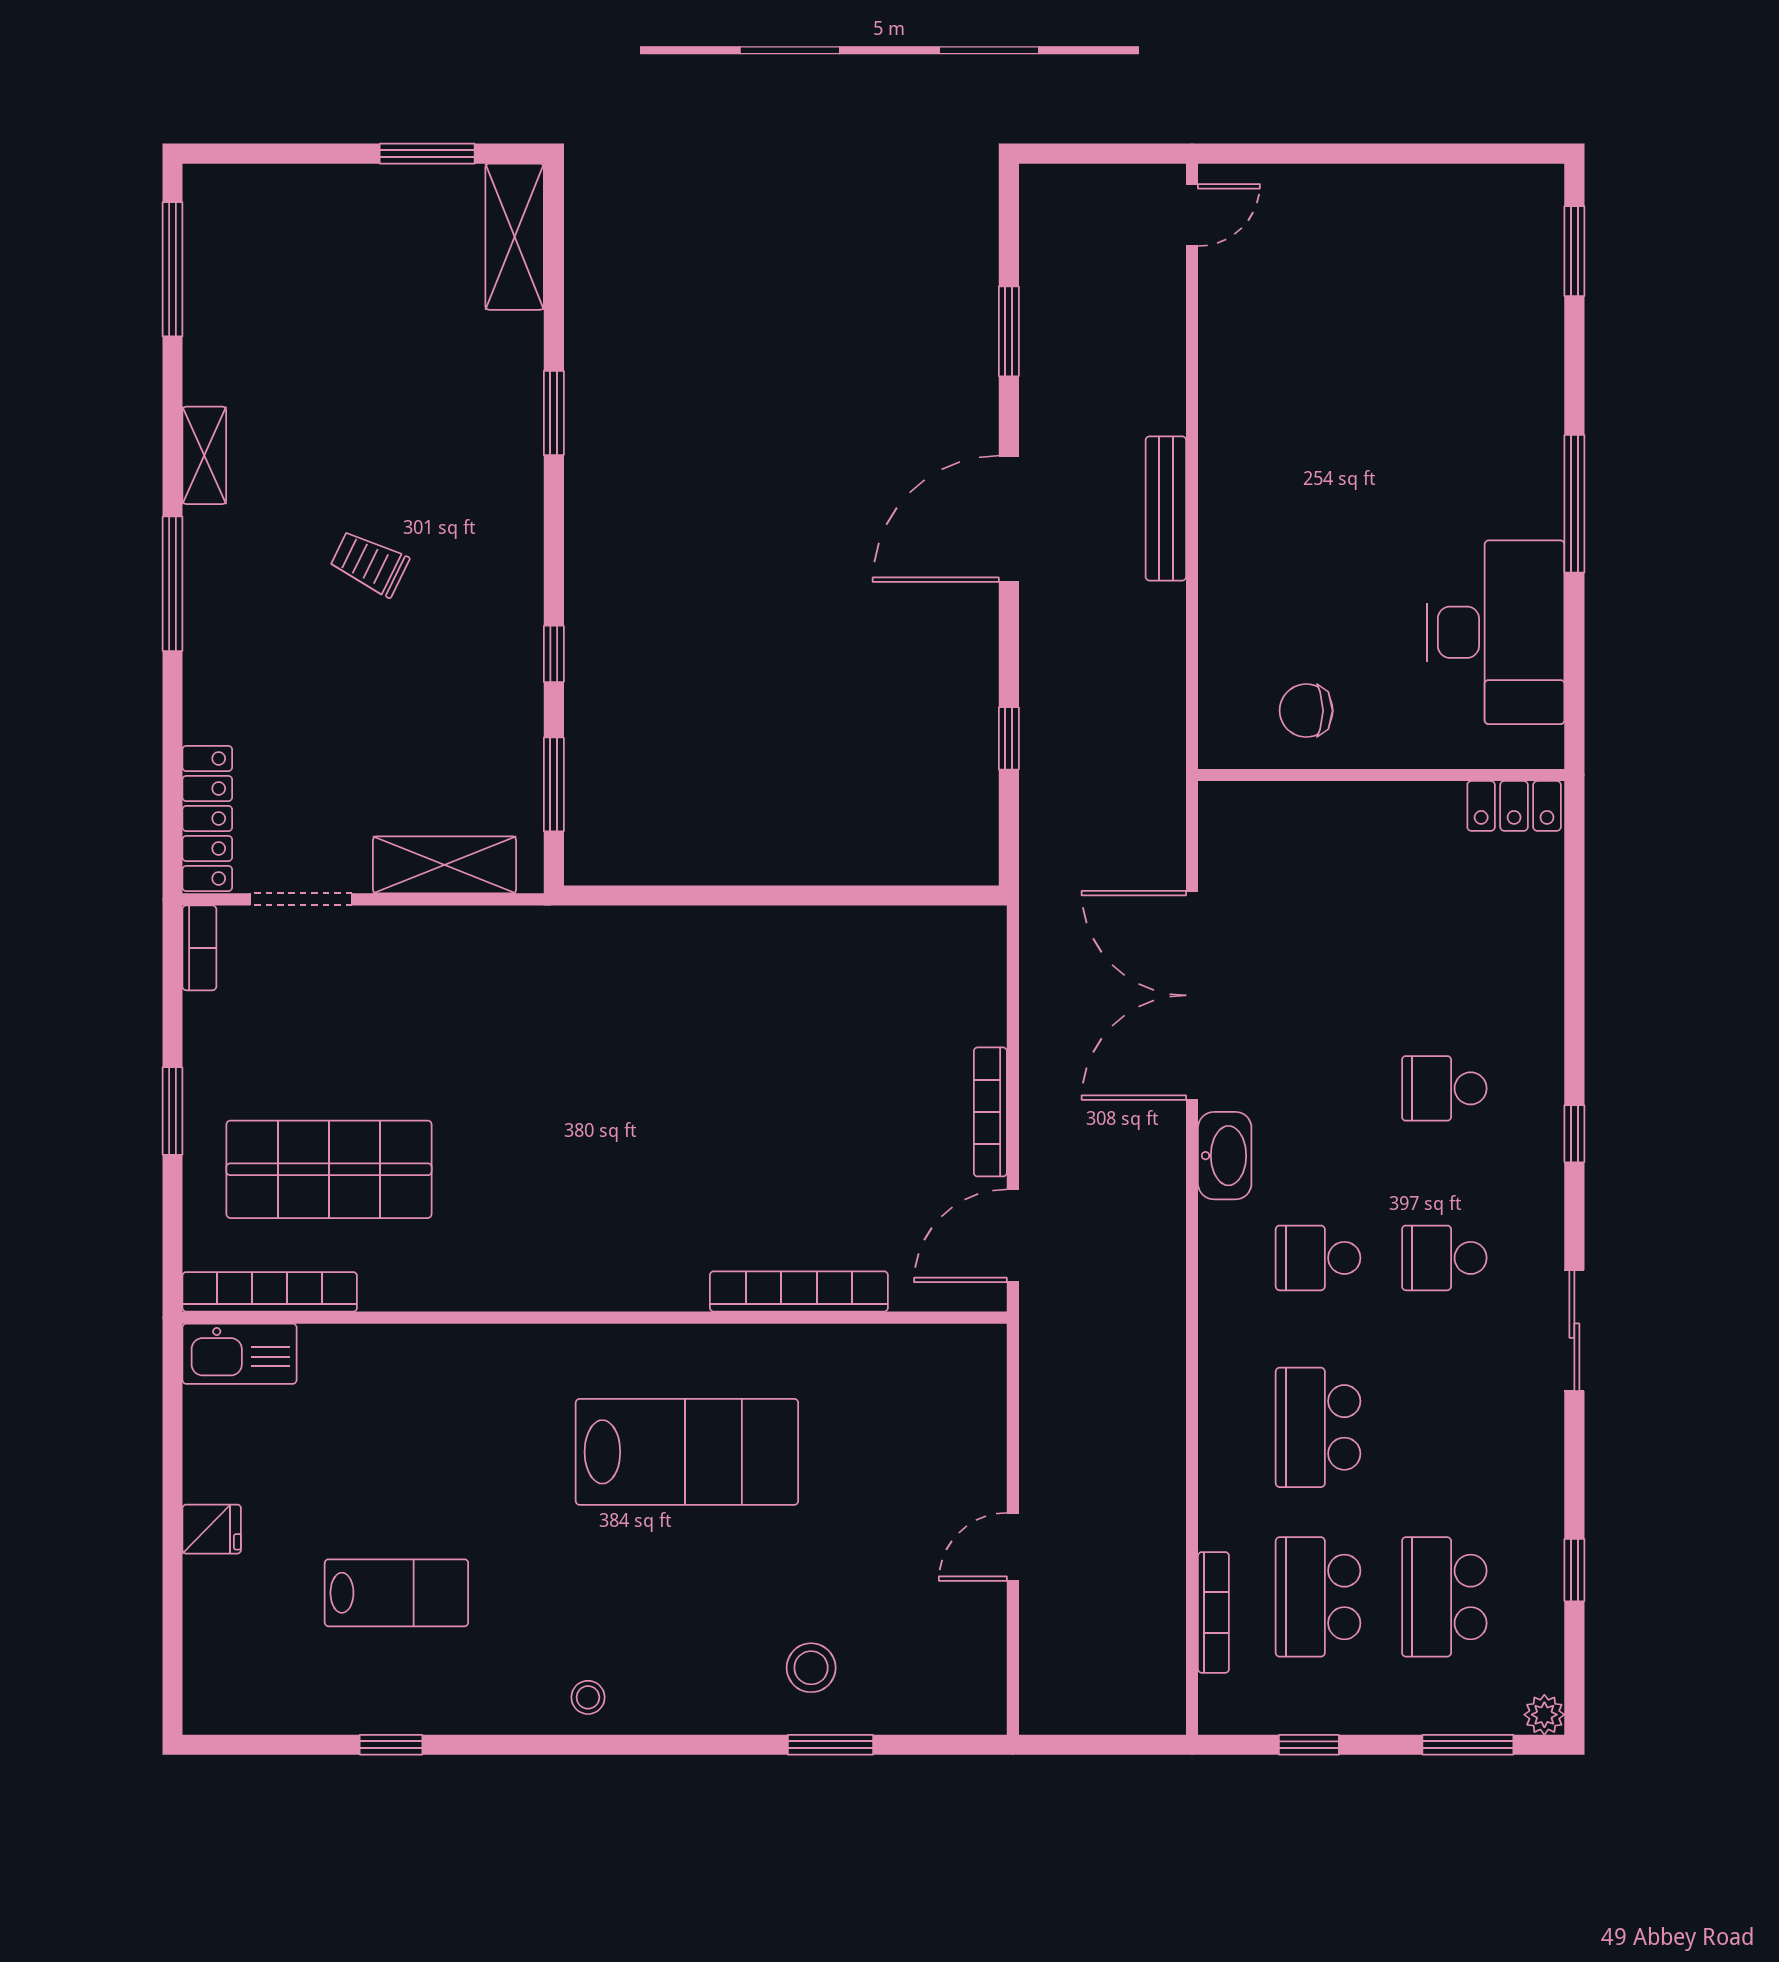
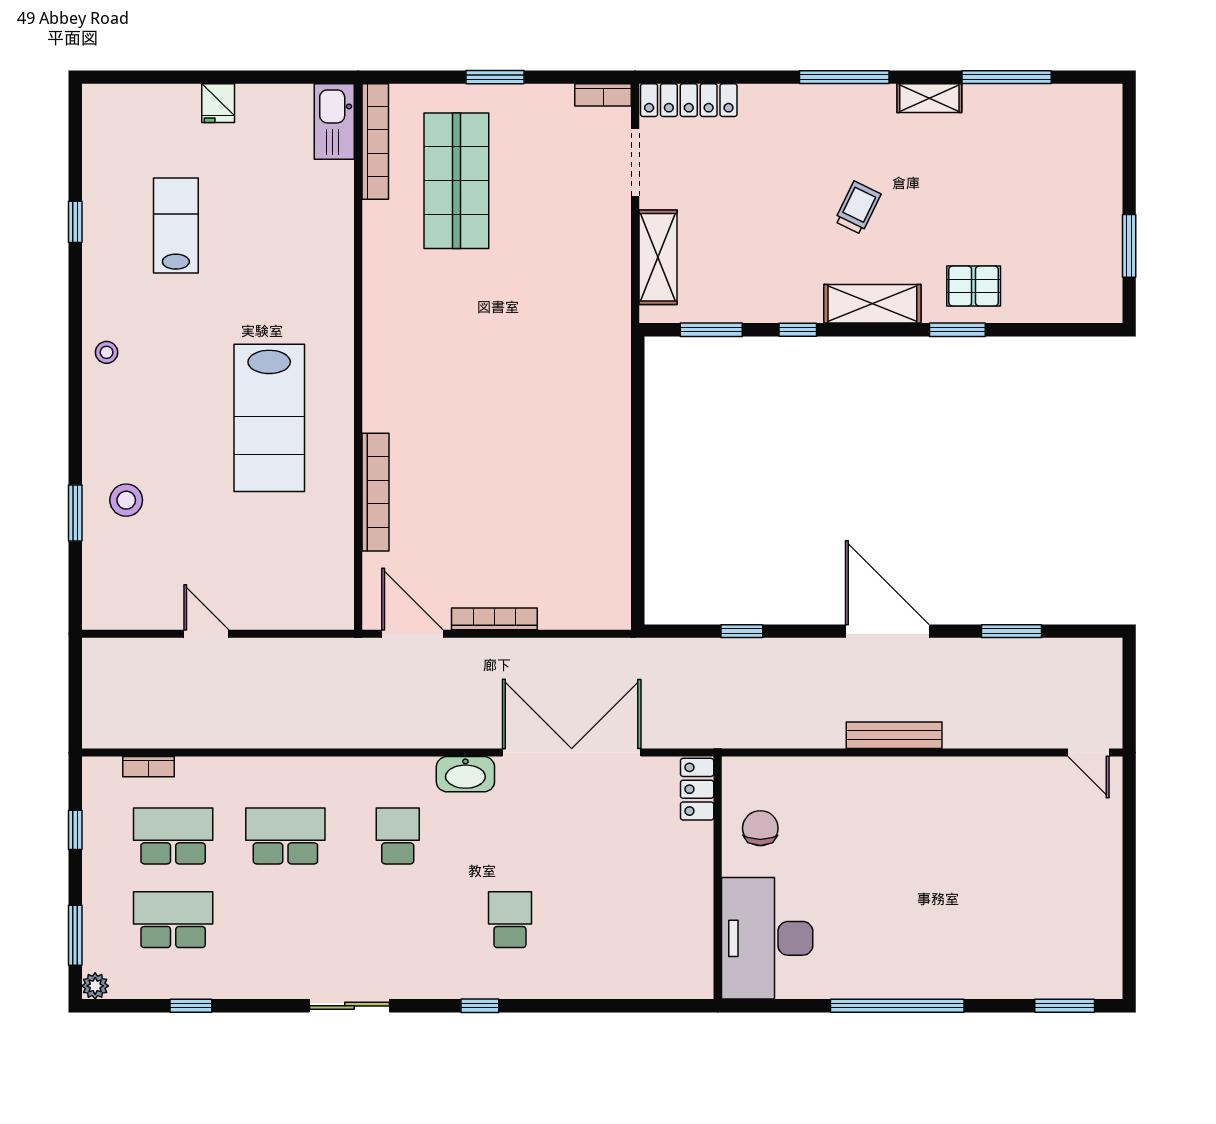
shelving: (515, 237) -> (872, 304), moved
window: (172, 269) -> (1007, 77), moved
pallet: (488, 389) -> (974, 286), added
window: (1574, 504) -> (897, 1006), width x1.46
desk: (1496, 632) -> (767, 938), moved, turned 90
locker: (1514, 806) -> (697, 789), moved
school desk: (1444, 1258) -> (398, 920), removed
lab bench: (396, 1593) -> (176, 226), turned 180
bookcase: (1213, 1612) -> (148, 767), width x0.64

